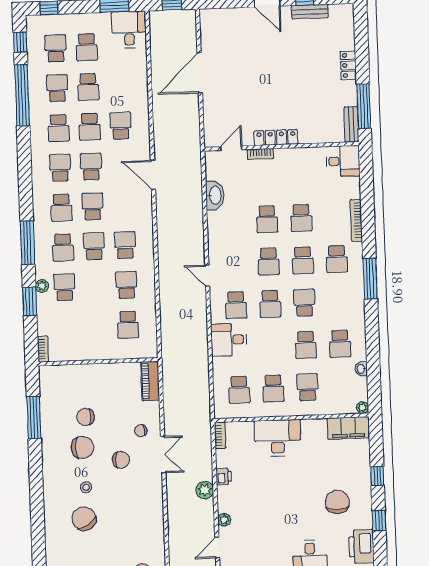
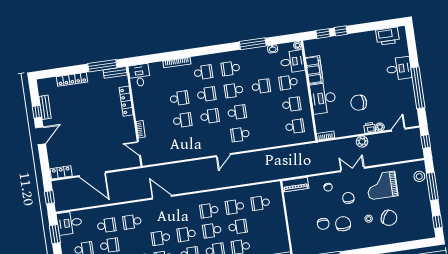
locker: (208, 25) -> (61, 172), added
locker: (348, 65) -> (72, 79), width x1.53
school desk: (90, 127) -> (106, 225), moved
locker: (276, 138) -> (126, 101), moved
door: (153, 175) -> (162, 197), swing flipped
washbasin: (215, 195) -> (171, 156), removed
window: (370, 279) -> (253, 44), moved
school desk: (95, 286) -> (238, 227), added
school desk: (236, 305) -> (240, 134), turned 180
school desk: (128, 325) -> (260, 203), turned 180
desk: (229, 340) -> (292, 62), moved, turned -90
school desk: (340, 344) -> (231, 68), moved, turned 180
filing cabinet: (348, 428) -> (314, 70), moved
double door: (163, 455) -> (353, 169), moved
printer: (224, 477) -> (370, 128), moved
chair: (337, 502) -> (359, 103), moved
grand piano: (134, 513) -> (382, 185), added
chair: (84, 519) -> (389, 218), turned -116
window: (379, 521) -> (323, 34), moved
door: (217, 547) -> (398, 130), swing flipped

